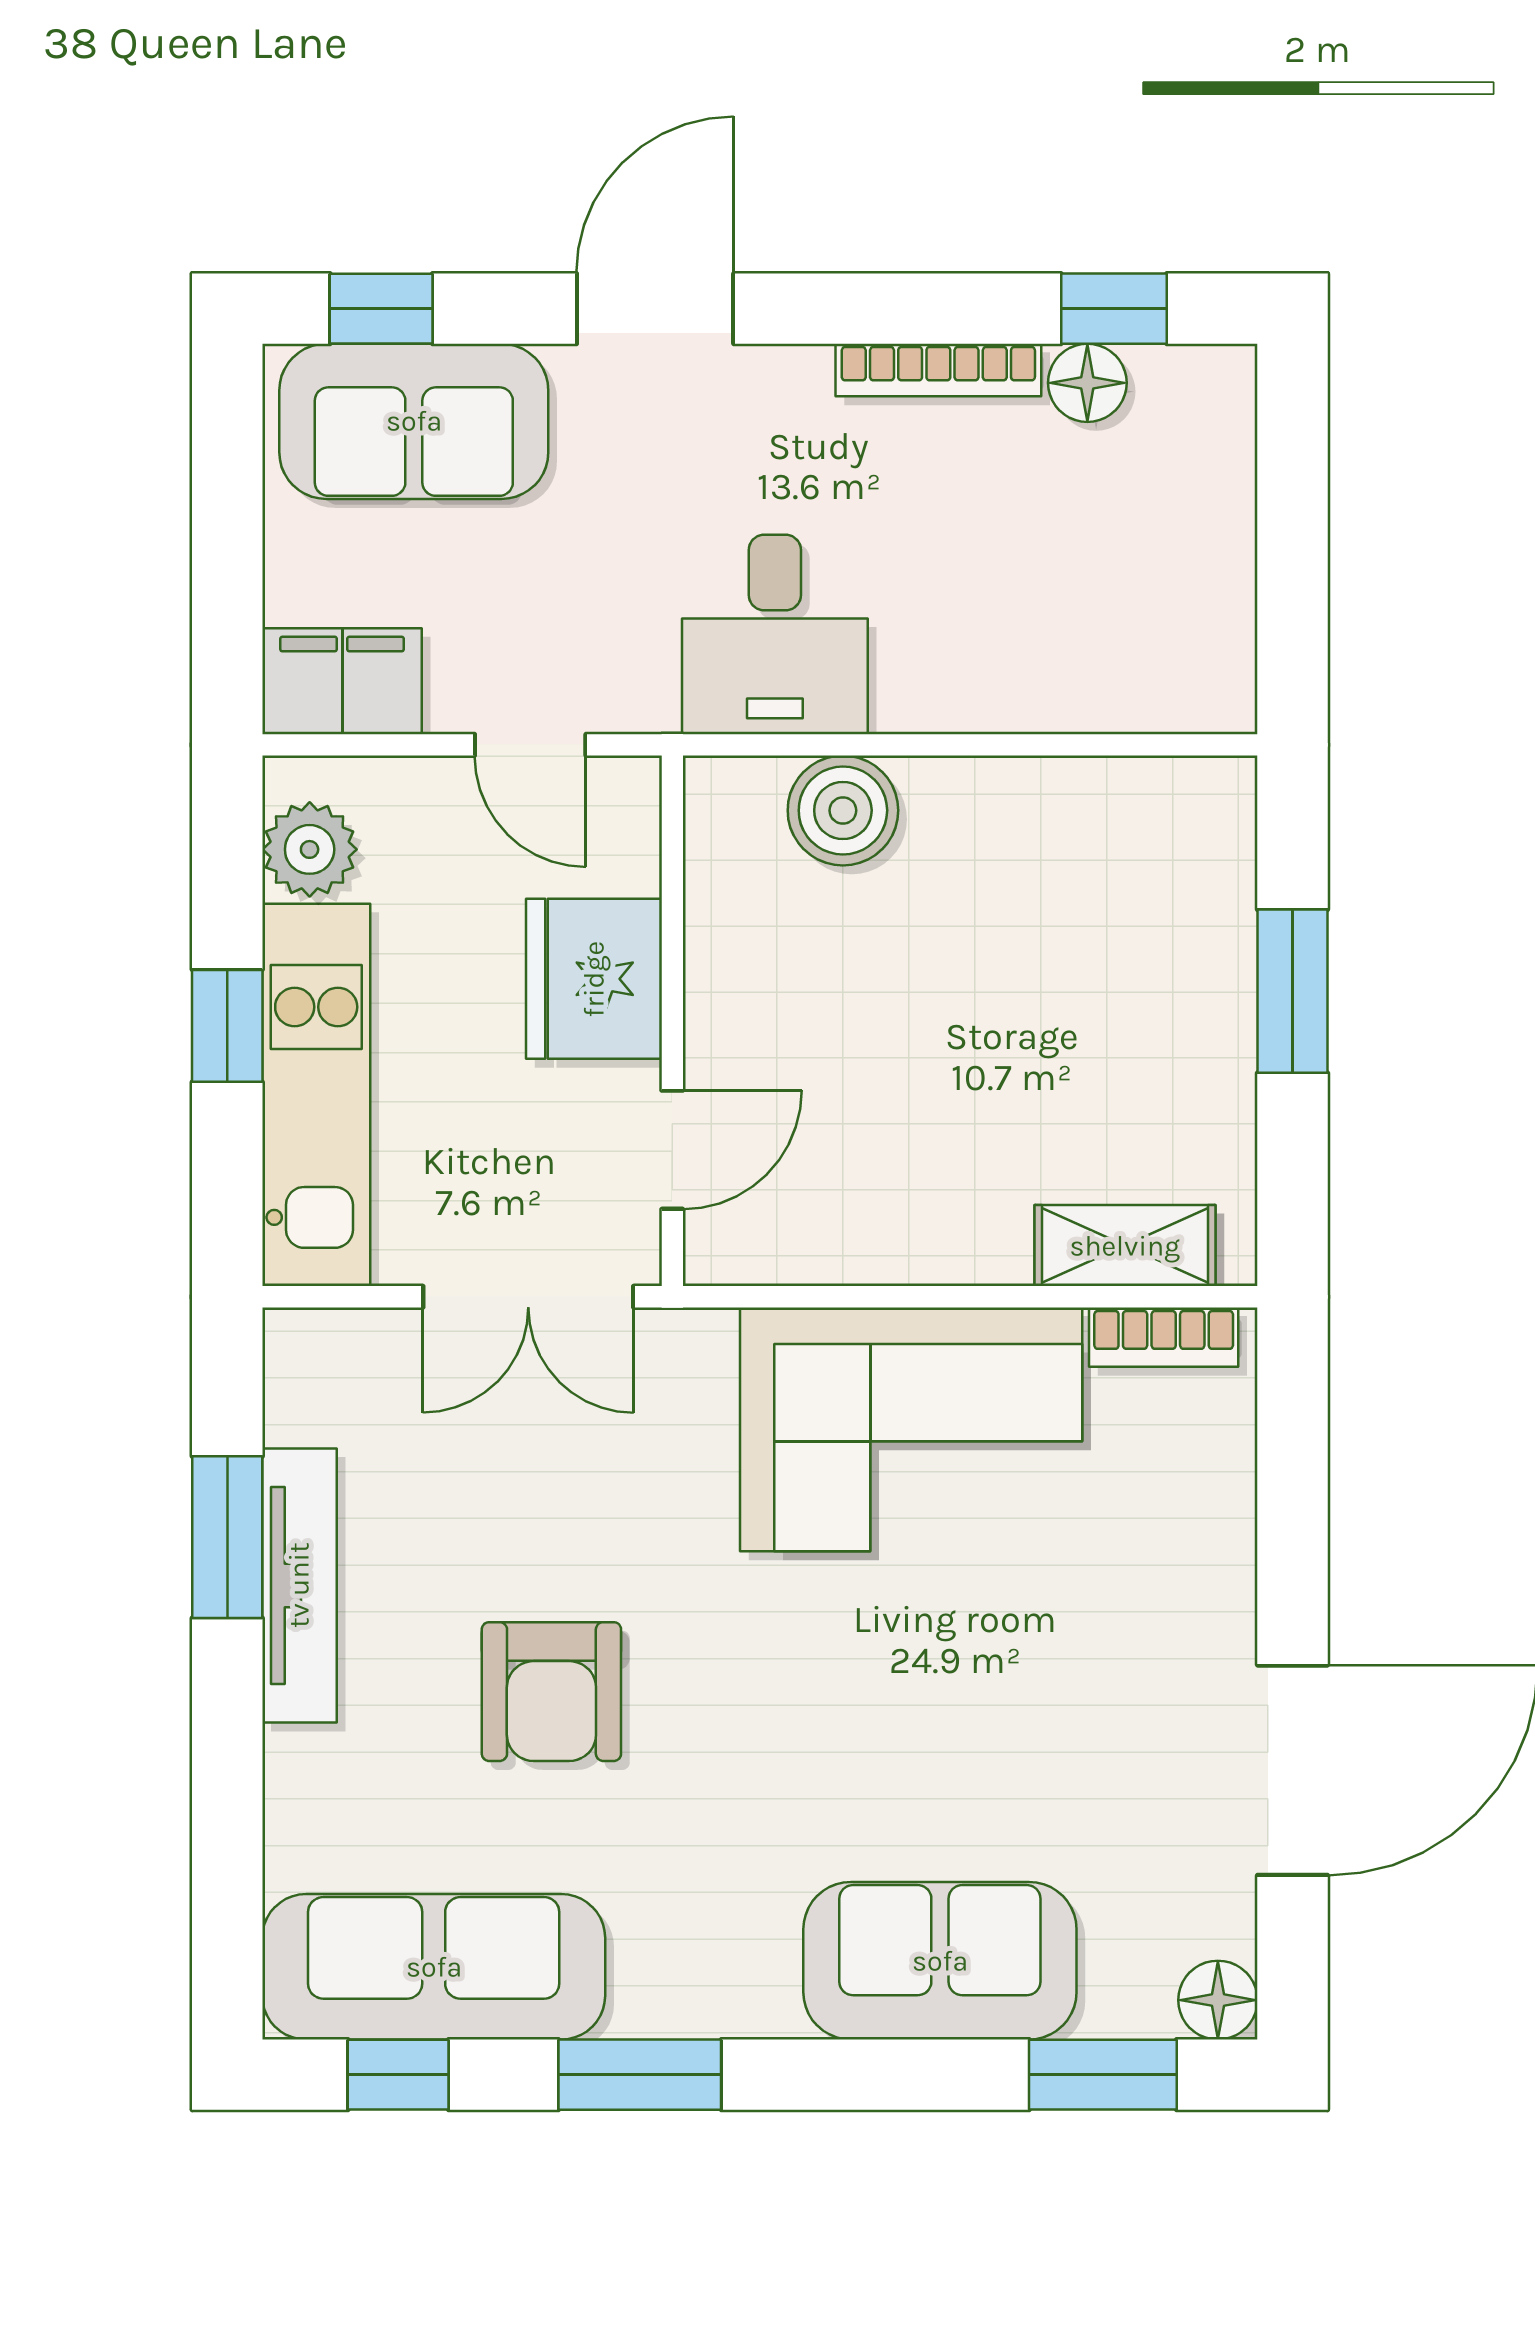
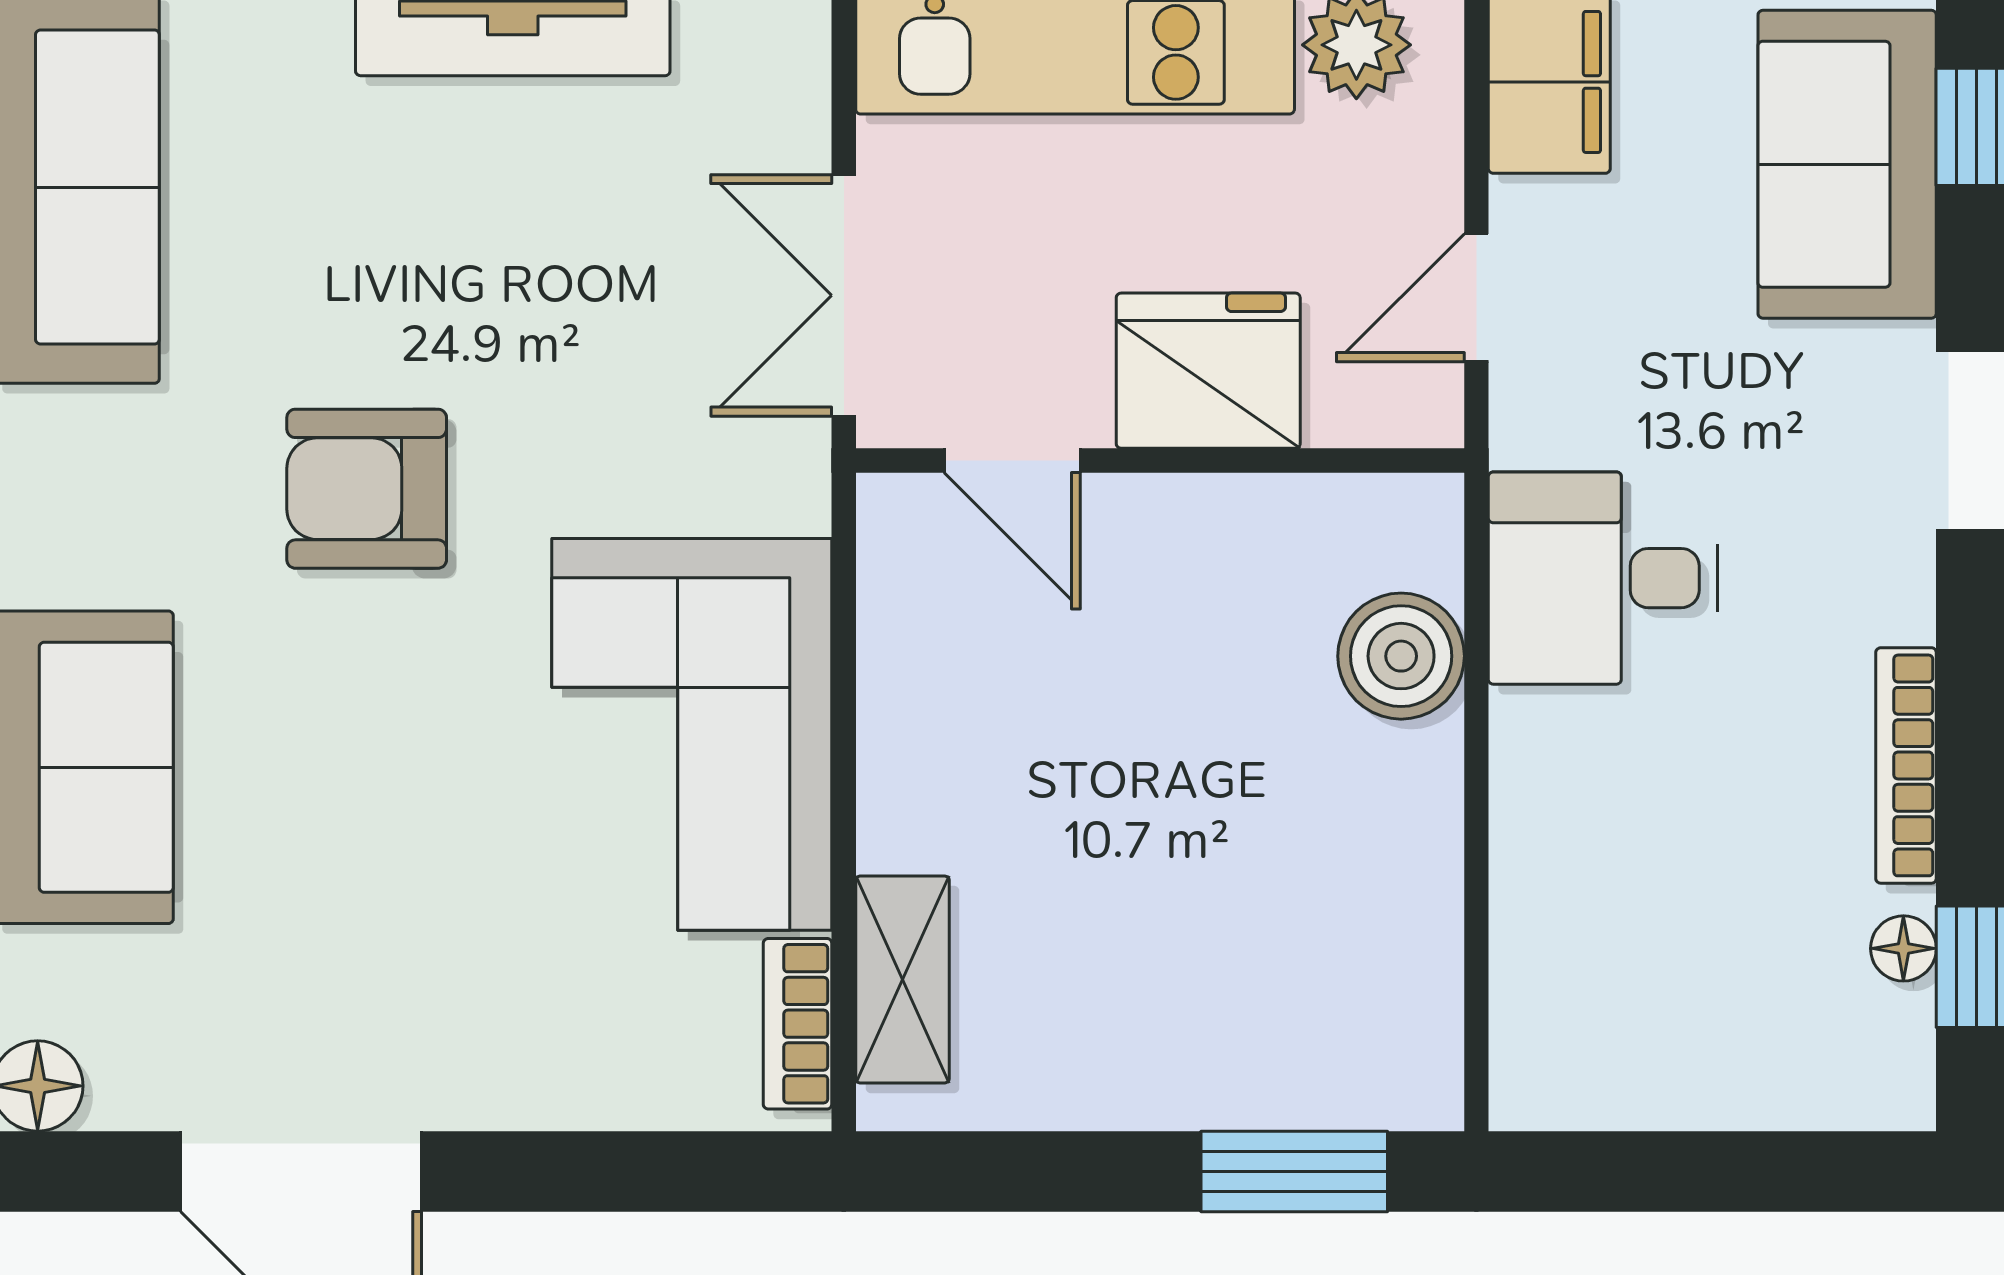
floor lamp: (1087, 383) -> (1903, 948), width x0.73, depth x0.73
window: (1293, 991) -> (1294, 1171), moved
armchair: (551, 1692) -> (367, 489), moved

